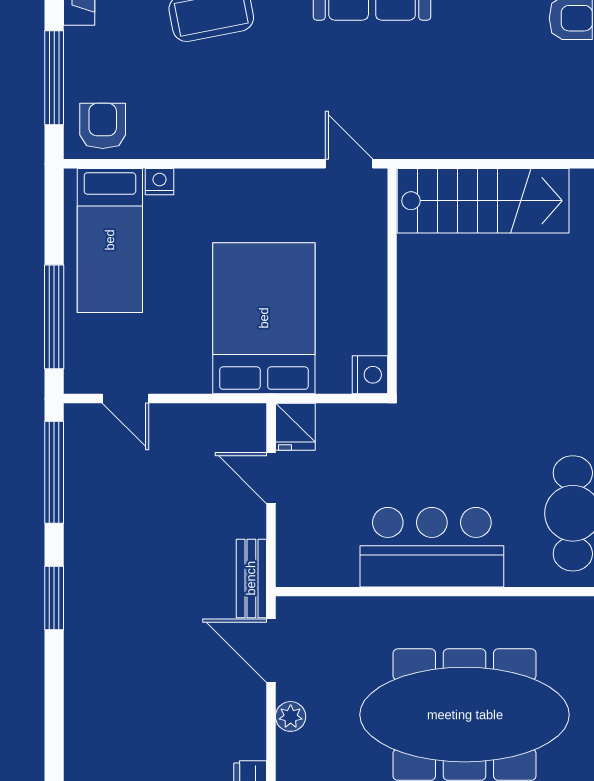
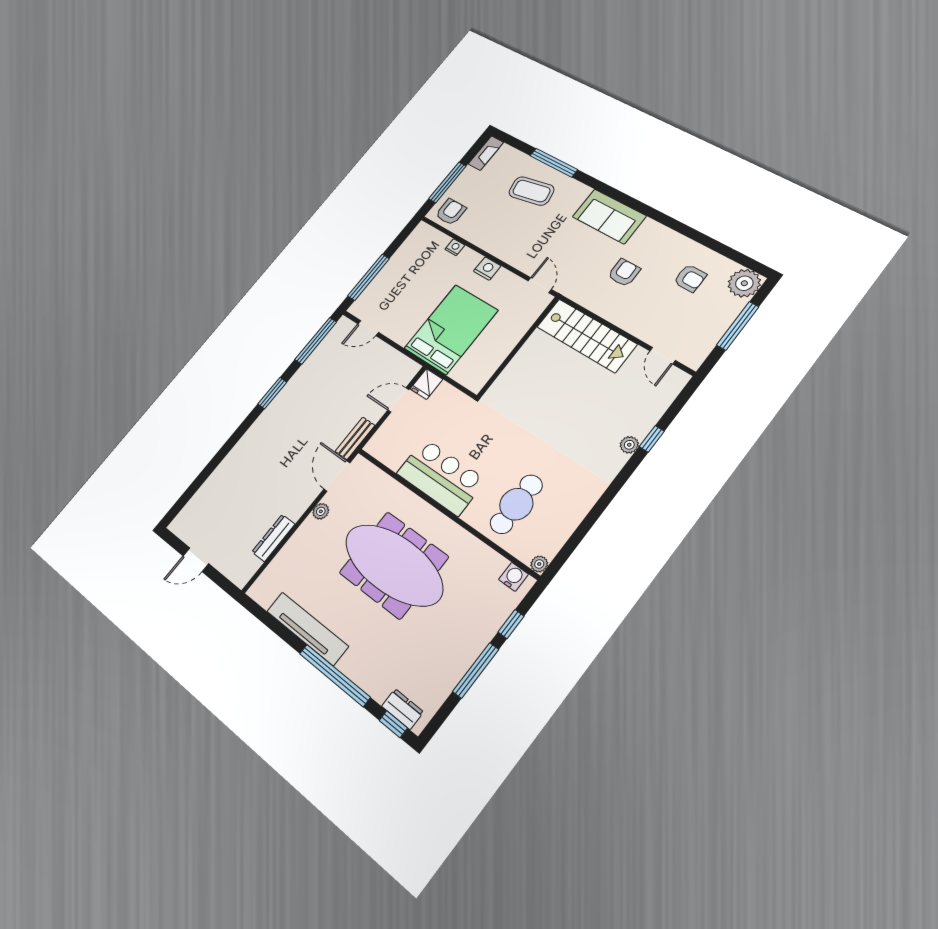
armchair: (465, 67) -> (624, 273), added
bed: (110, 240) -> (416, 260), removed
nightstand: (370, 375) -> (487, 269), moved, turned -90
door: (126, 399) -> (368, 328), hinge flipped
door: (271, 478) -> (398, 400), hinge flipped

